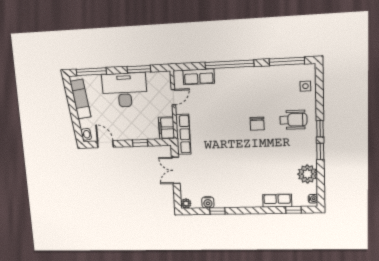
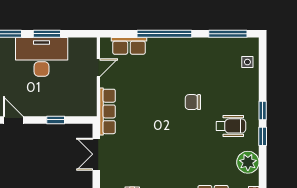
window: (139, 69) -> (47, 34), moved
wheelchair: (293, 120) -> (231, 126), moved
chair: (257, 124) -> (193, 102), turned 90
filing cabinet: (167, 128) -> (88, 103), removed

